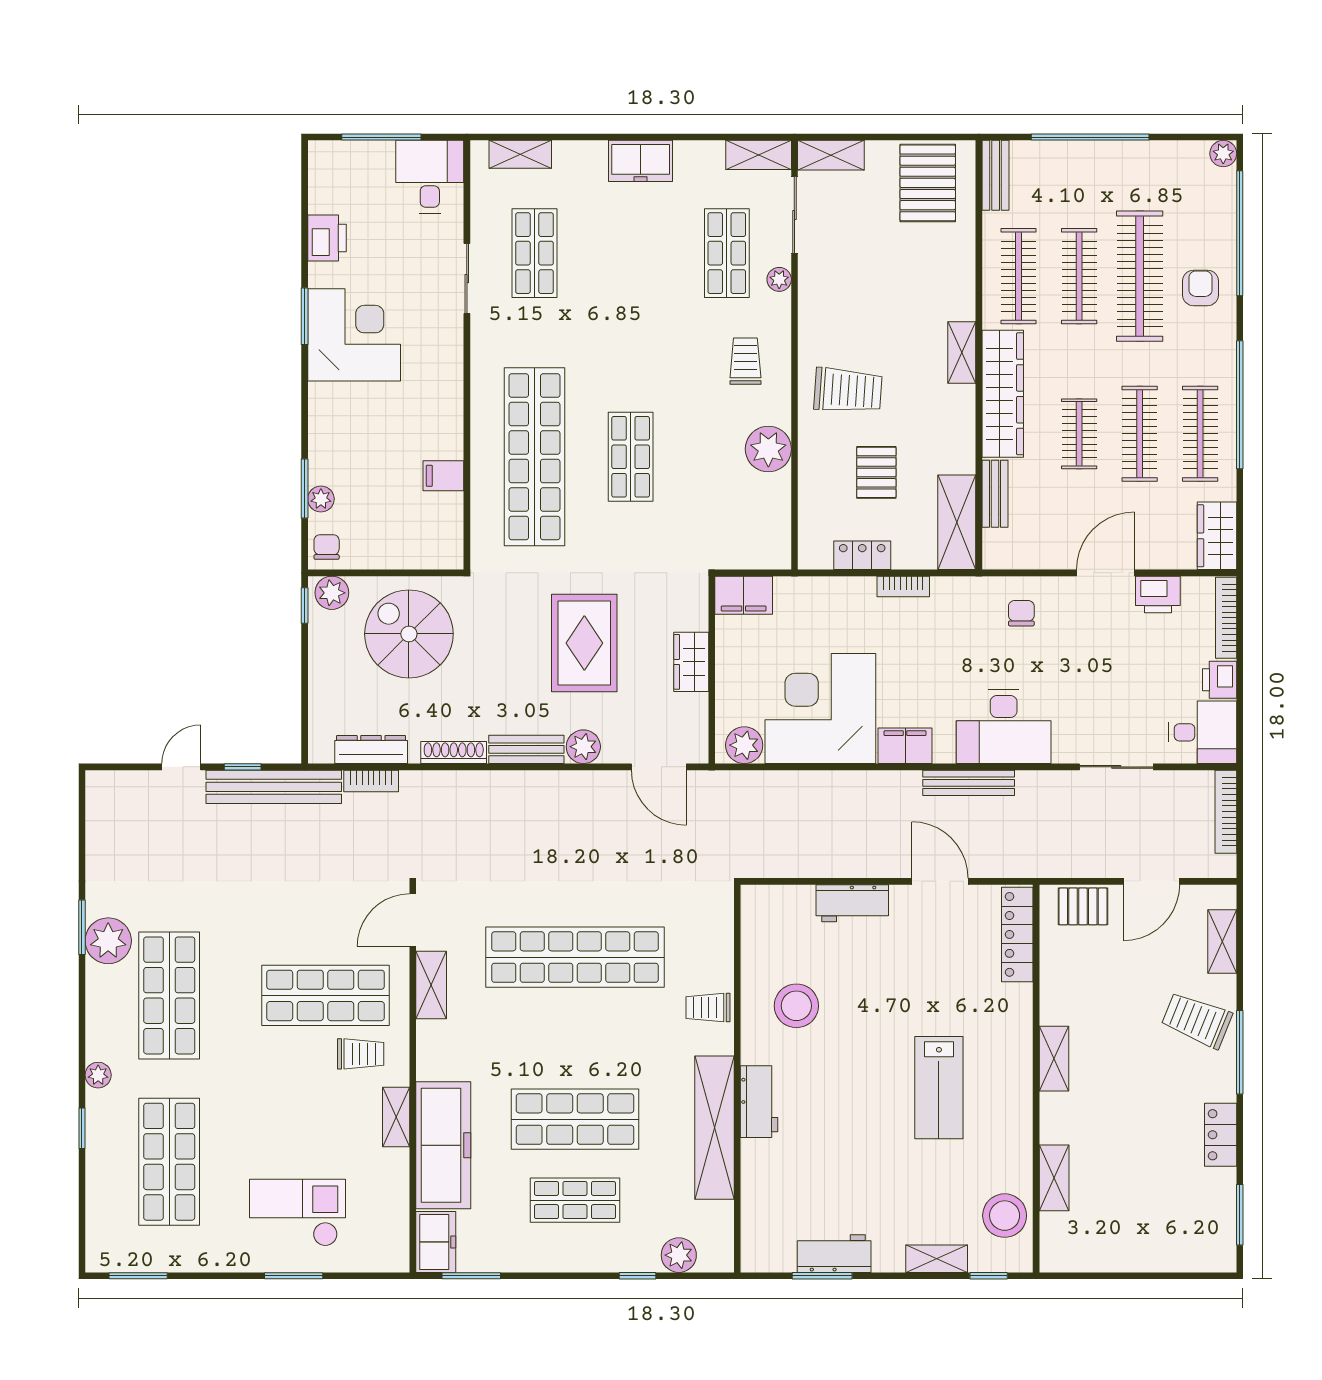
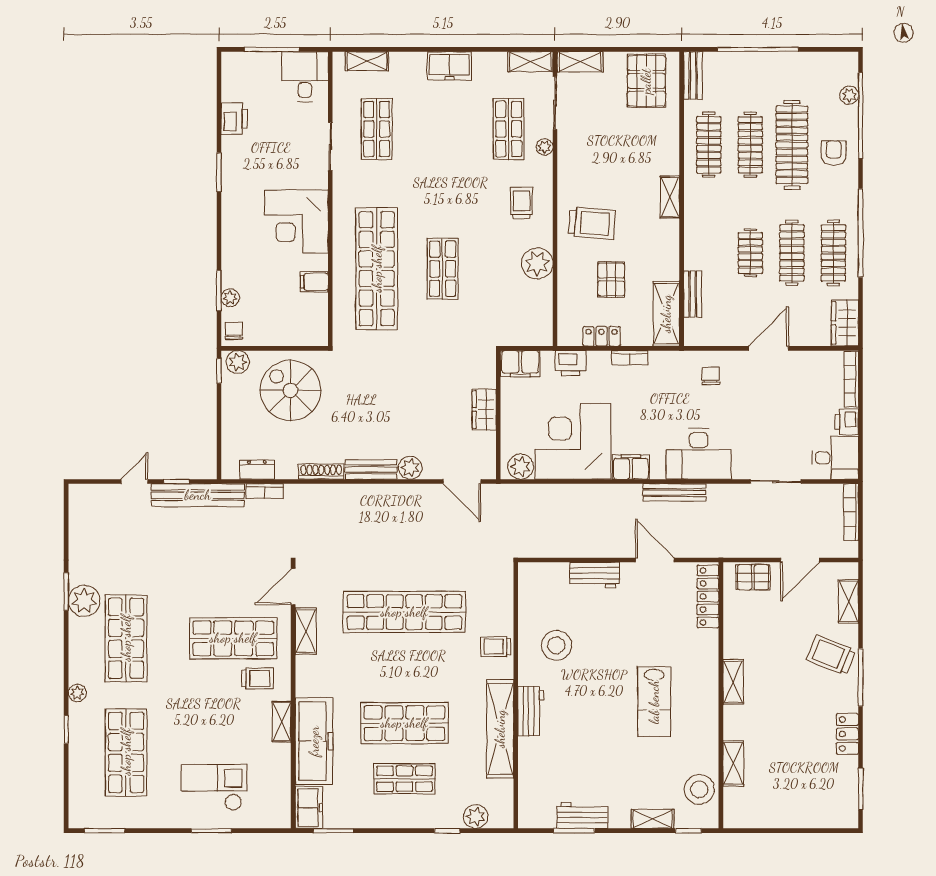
plant: (1223, 154) -> (849, 95), moved
corner desk: (354, 335) -> (296, 221), moved, turned 180
wardrobe: (1003, 394) -> (698, 226), removed
printer: (1158, 594) -> (571, 363), moved
rug: (584, 643) -> (411, 397), removed
dresser: (371, 749) -> (257, 470), width x0.70

